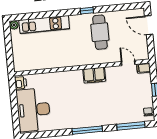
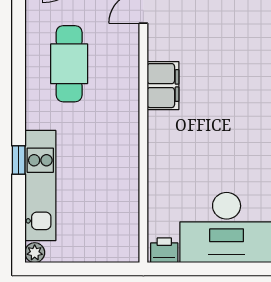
window: (87, 11) -> (19, 160), moved
cafe table: (100, 32) -> (69, 64), turned 90

